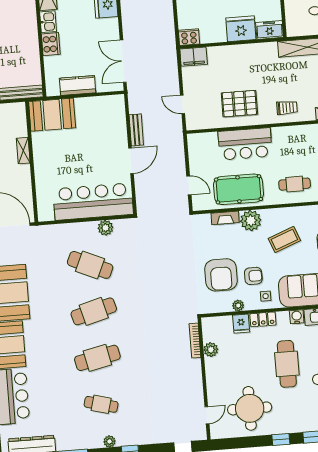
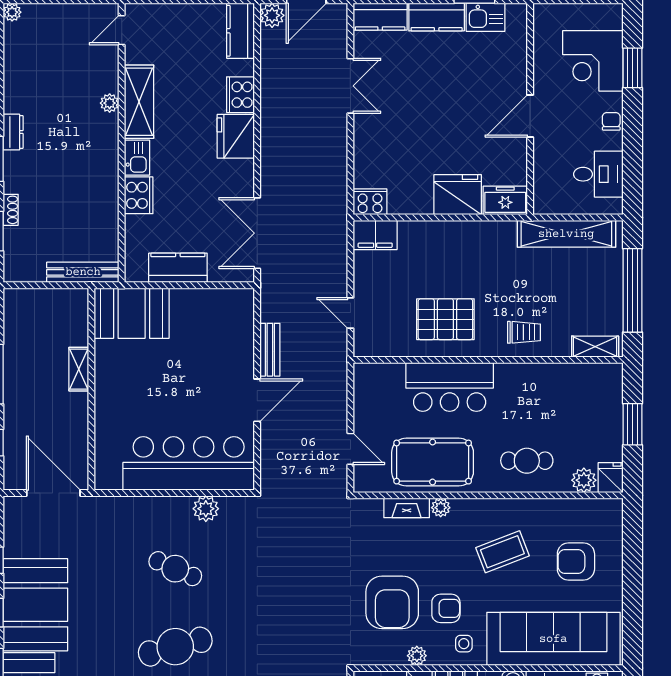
plant: (251, 221) -> (441, 508), width x0.53, depth x0.53
cafe table: (90, 265) -> (175, 569), width x0.73, depth x0.74

